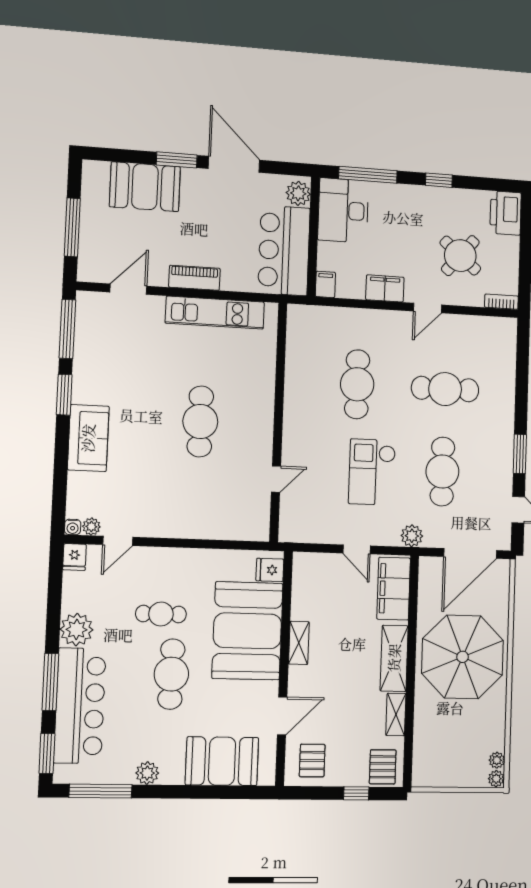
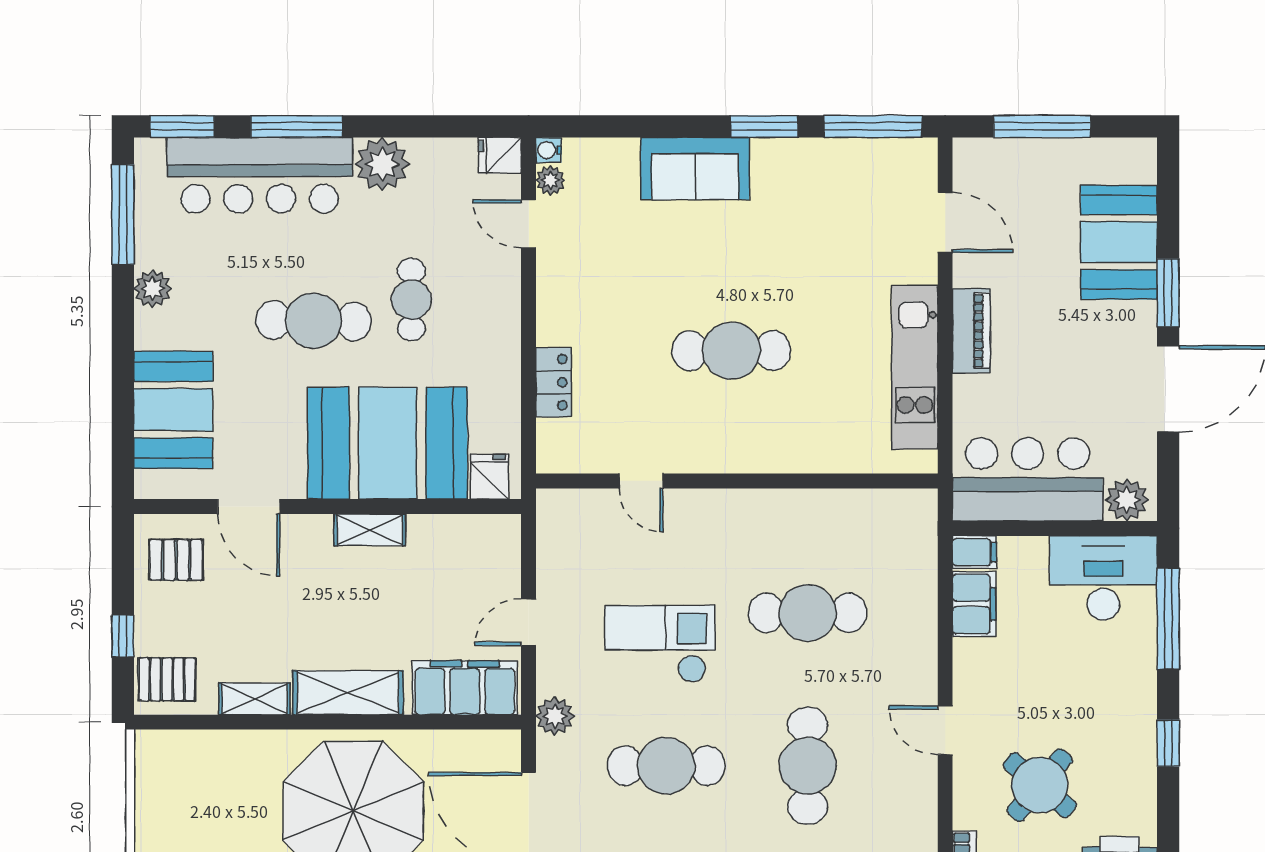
filing cabinet: (385, 288) -> (974, 604), moved
locker: (215, 529) -> (553, 382), added

